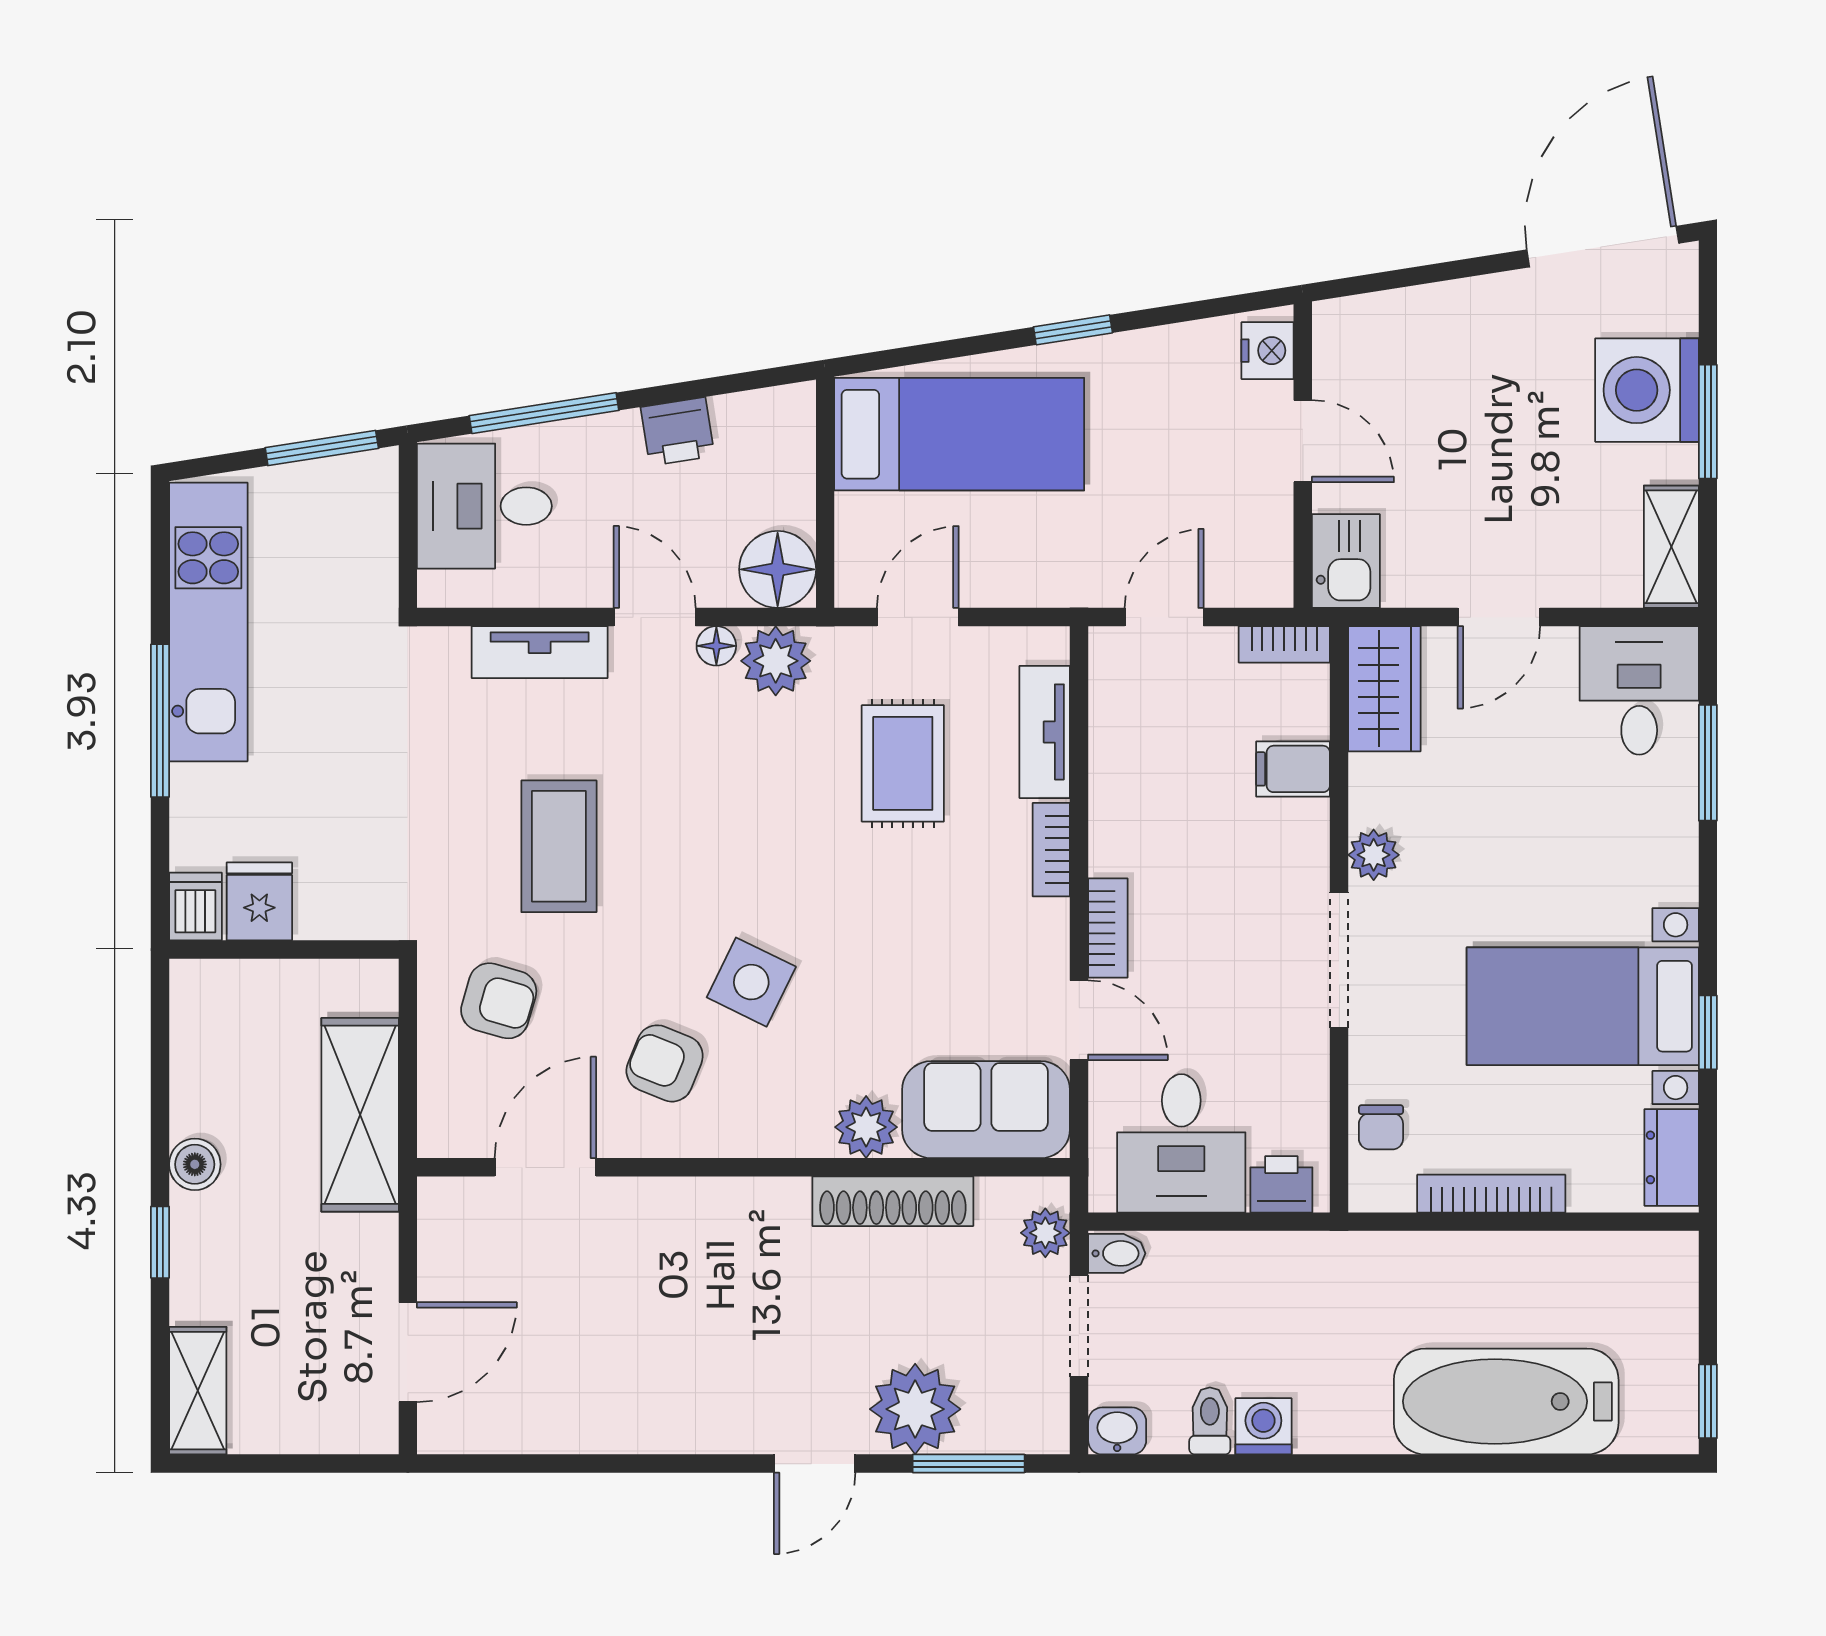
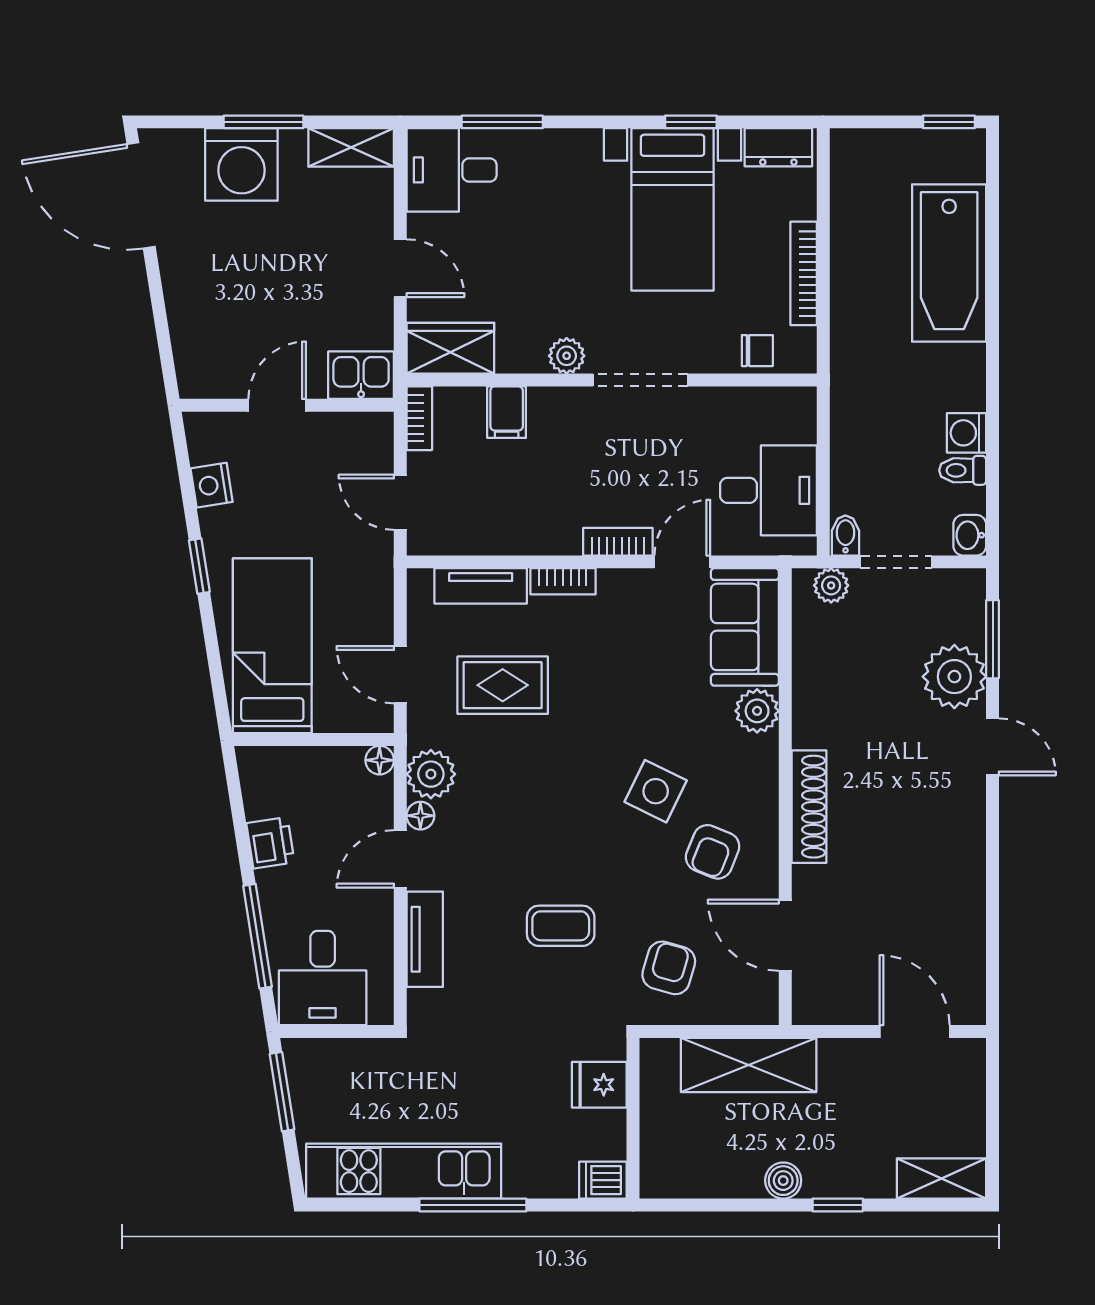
nightstand: (1268, 351) -> (212, 485), moved, turned -99
floor lamp: (778, 569) -> (380, 760), width x0.53, depth x0.53
coffee table: (559, 846) -> (561, 926), width x0.73, depth x0.77
fridge: (259, 901) -> (599, 1085), moved
printer: (1281, 1184) -> (797, 420), removed
shoe rack: (893, 1201) -> (809, 807), moved

